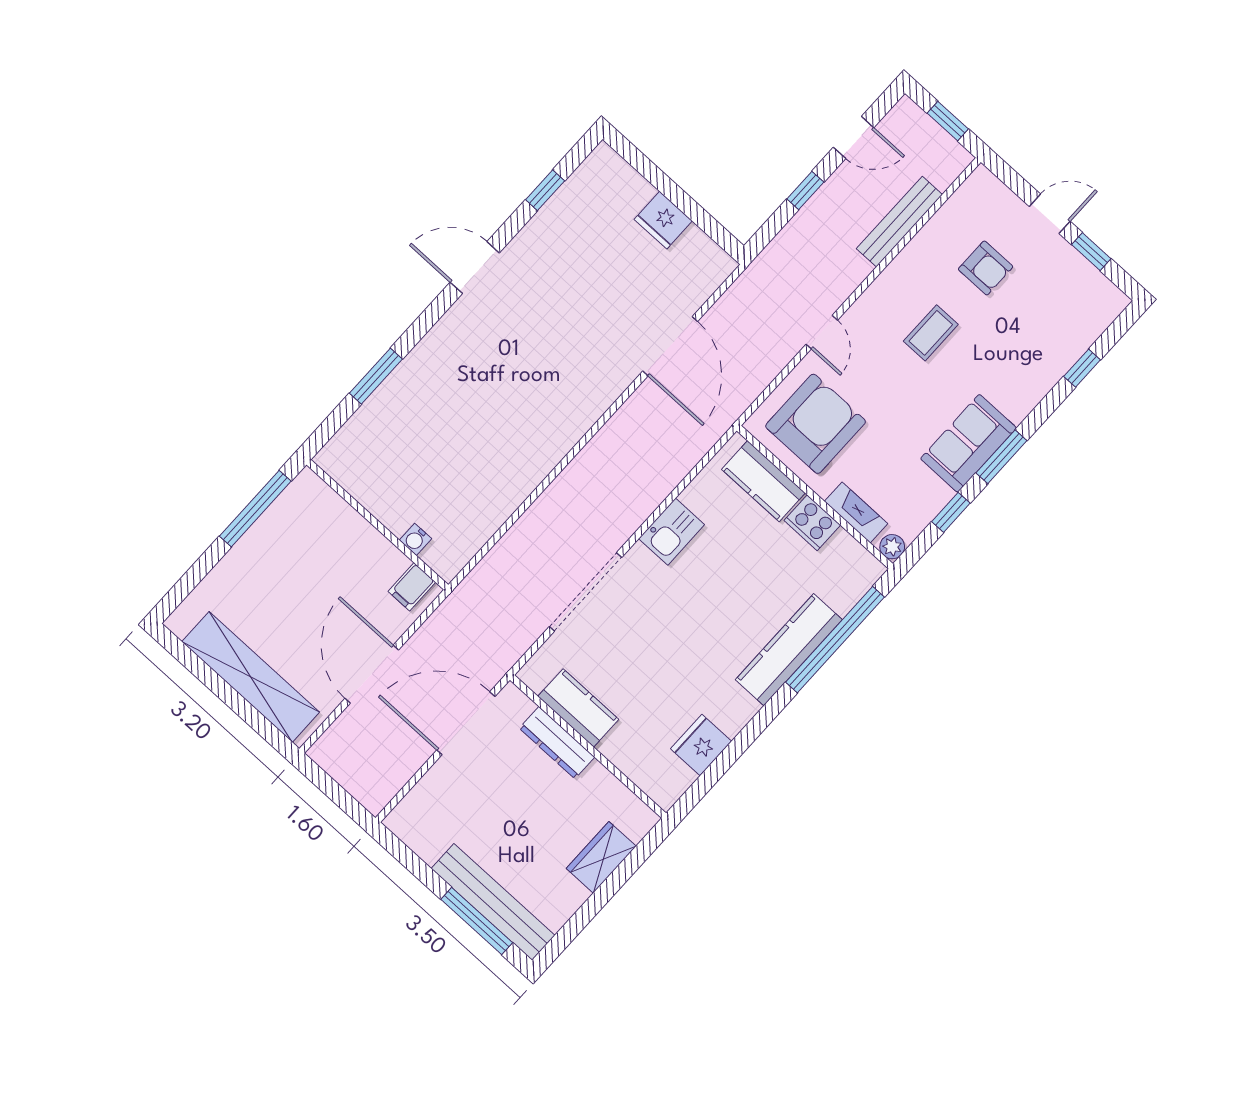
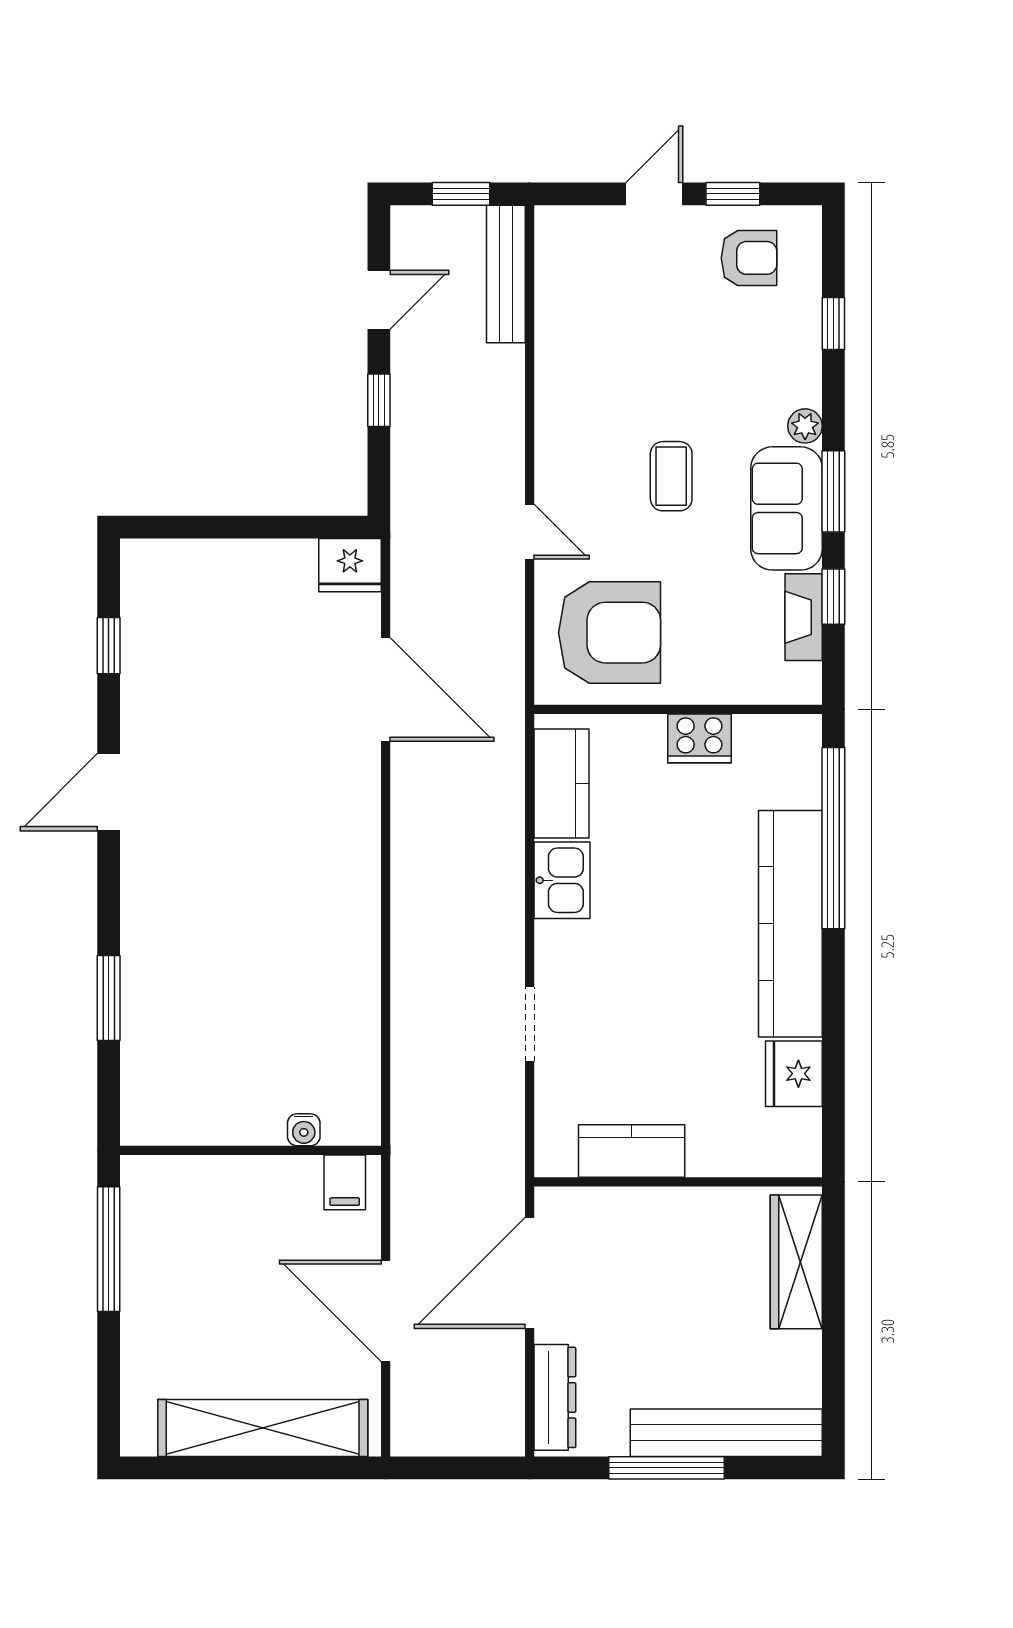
fridge: (663, 220) -> (350, 565), moved
bench: (899, 222) -> (506, 274), moved
armchair: (986, 268) -> (749, 258), moved
coffee table: (931, 333) -> (671, 476), moved
armchair: (816, 424) -> (610, 633), turned 90
kitchen counter: (763, 481) -> (561, 784), moved, turned -90
fireplace: (856, 512) -> (804, 617), moved, turned -90
plant: (892, 547) -> (805, 426), moved
doorway: (585, 592) -> (530, 1024), width x0.53
kitchen counter: (789, 650) -> (790, 924), width x1.39, depth x1.17
dresser: (557, 743) -> (555, 1397), moved, turned -90
wardrobe: (601, 857) -> (796, 1262), width x1.50
window: (477, 921) -> (667, 1468), moved

